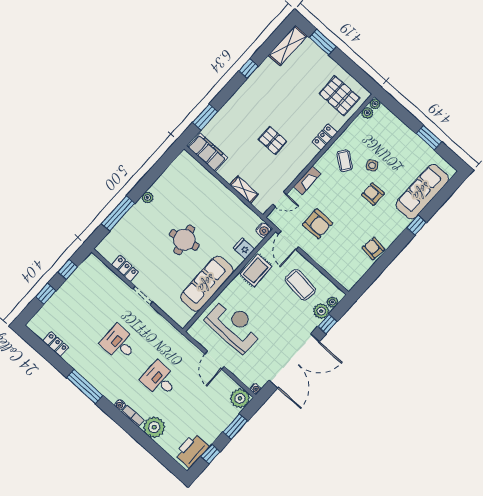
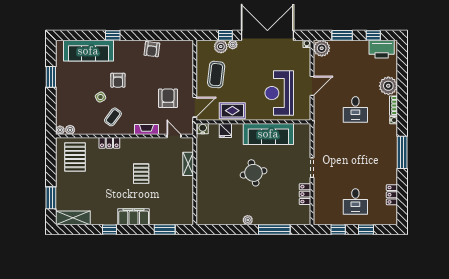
filing cabinet: (208, 152) -> (134, 217), moved, turned 90
plant: (332, 302) -> (233, 45), moved
desk: (119, 343) -> (355, 201), moved

